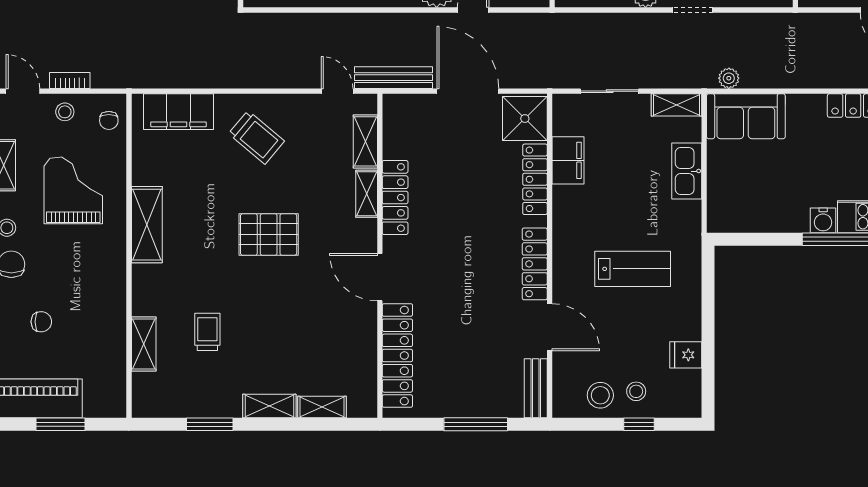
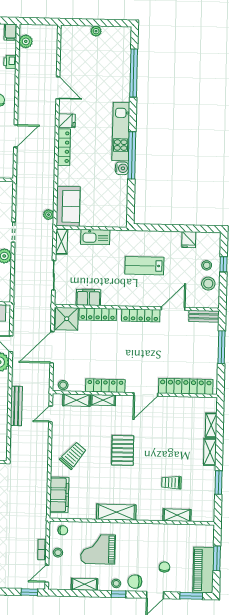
bench: (393, 78) -> (16, 406), moved
stool: (394, 114) -> (63, 385), added
lab bench: (633, 269) -> (144, 266), turned -90

